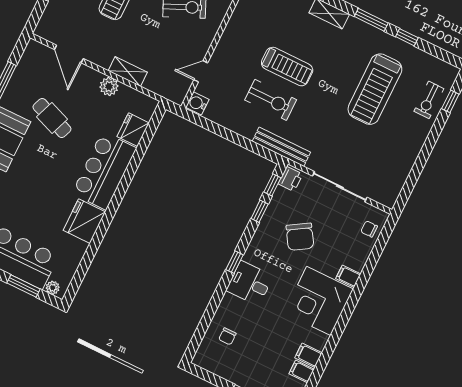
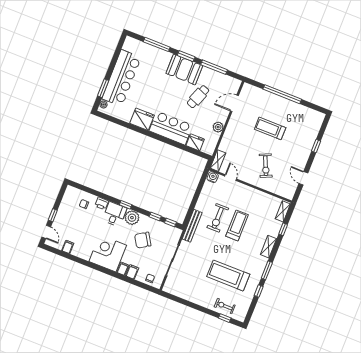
treadmill: (287, 67) -> (237, 225), turned 180
shelving: (128, 71) -> (218, 161), moved
printer: (290, 179) -> (102, 203), moved
plant: (258, 253) -> (132, 218), added
filing cabinet: (308, 355) -> (132, 272), moved

